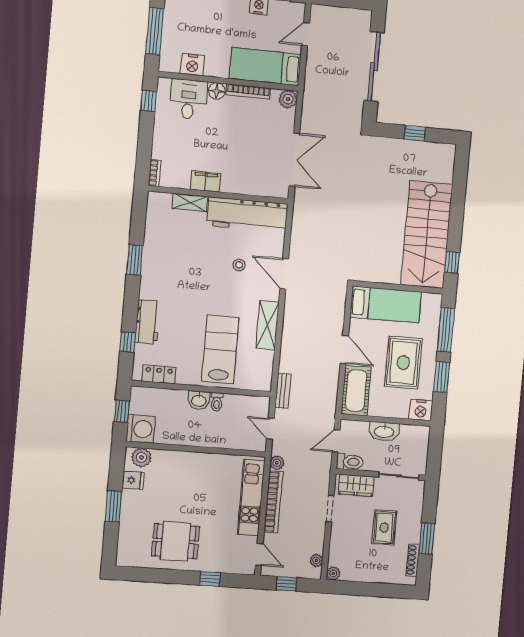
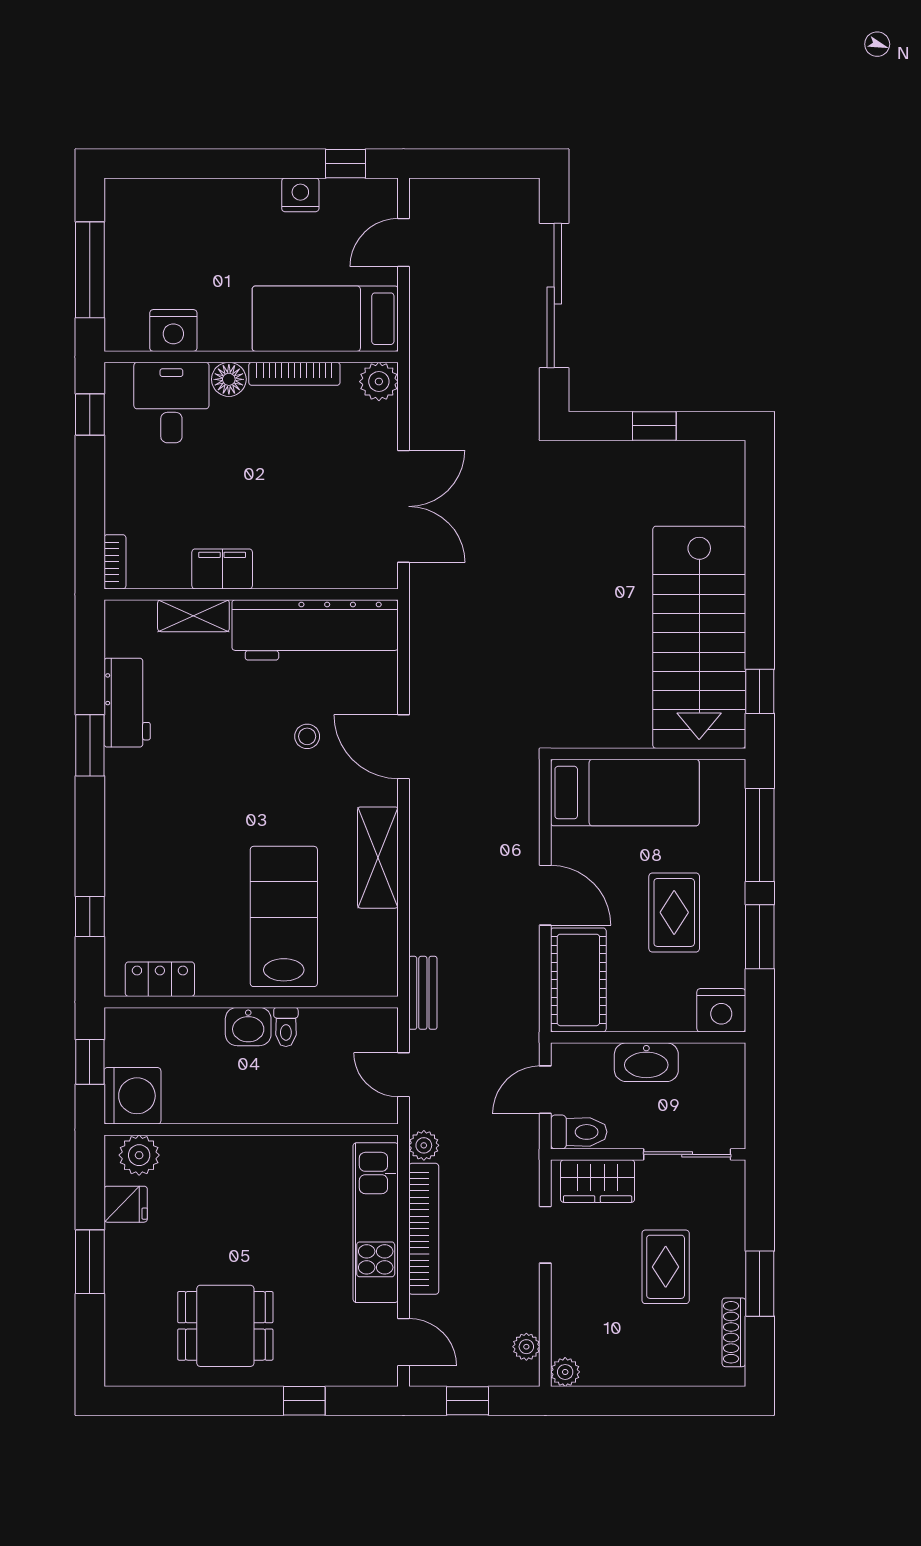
workbench: (147, 322) -> (127, 703), moved
rug: (403, 363) -> (674, 912), width x0.73, depth x0.70

